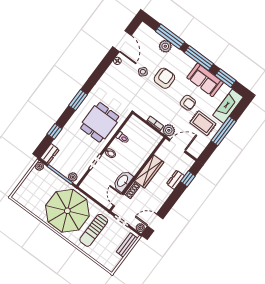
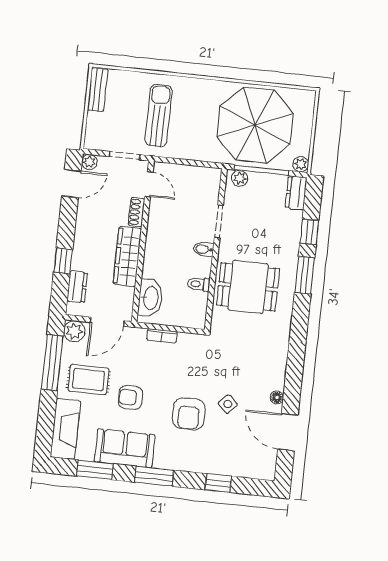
window: (170, 37) -> (218, 483), width x0.46
plant: (165, 46) -> (217, 464), removed
window: (199, 58) -> (154, 476), width x0.69
window: (78, 100) -> (305, 275), moved
dining table: (100, 122) -> (248, 287), turned 90
plant: (169, 130) -> (74, 331), moved
window: (224, 131) -> (52, 363), moved
window: (188, 179) -> (63, 261), moved
dresser: (175, 180) -> (77, 287), moved
washbasin: (123, 181) -> (150, 298), moved
parasol: (67, 211) -> (255, 125), moved
bench: (127, 245) -> (98, 90), moved

